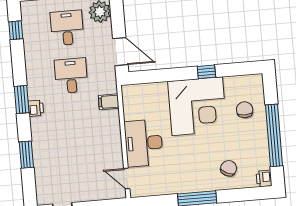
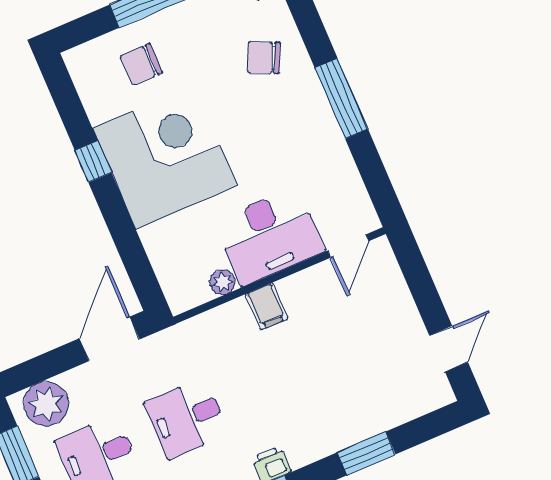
filing cabinet: (109, 102) -> (267, 306), moved
plant: (129, 114) -> (223, 282), added

